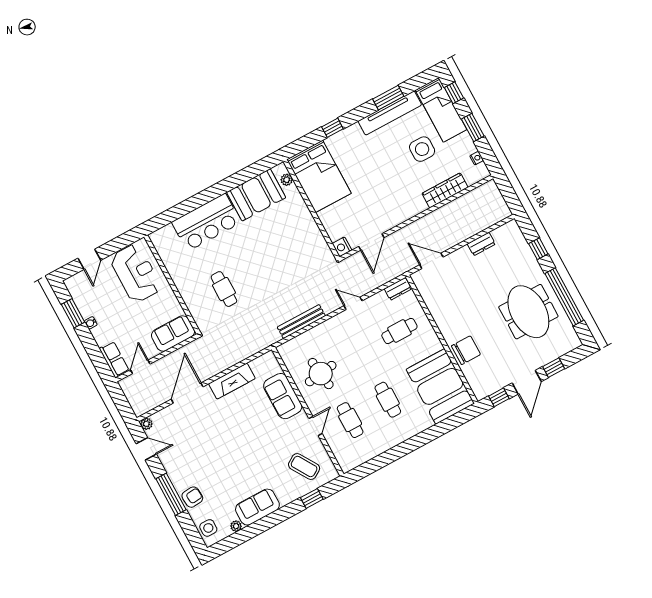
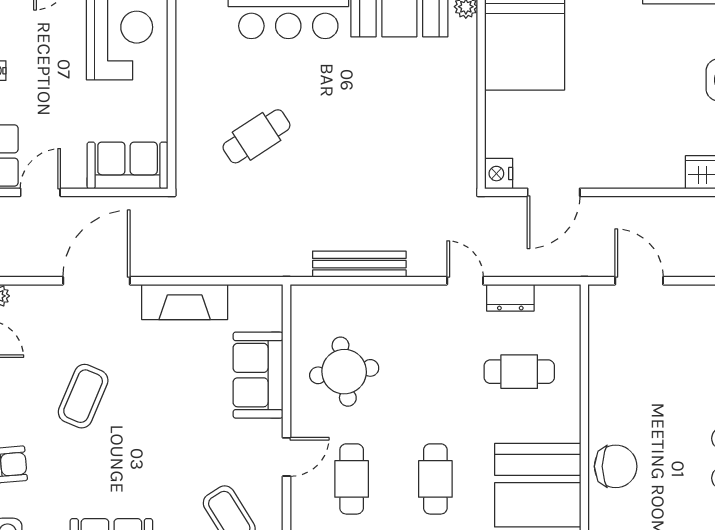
cafe table: (224, 289) -> (256, 136), turned 57
dresser: (398, 289) -> (510, 298), moved
coffee table: (209, 448) -> (83, 396), added

